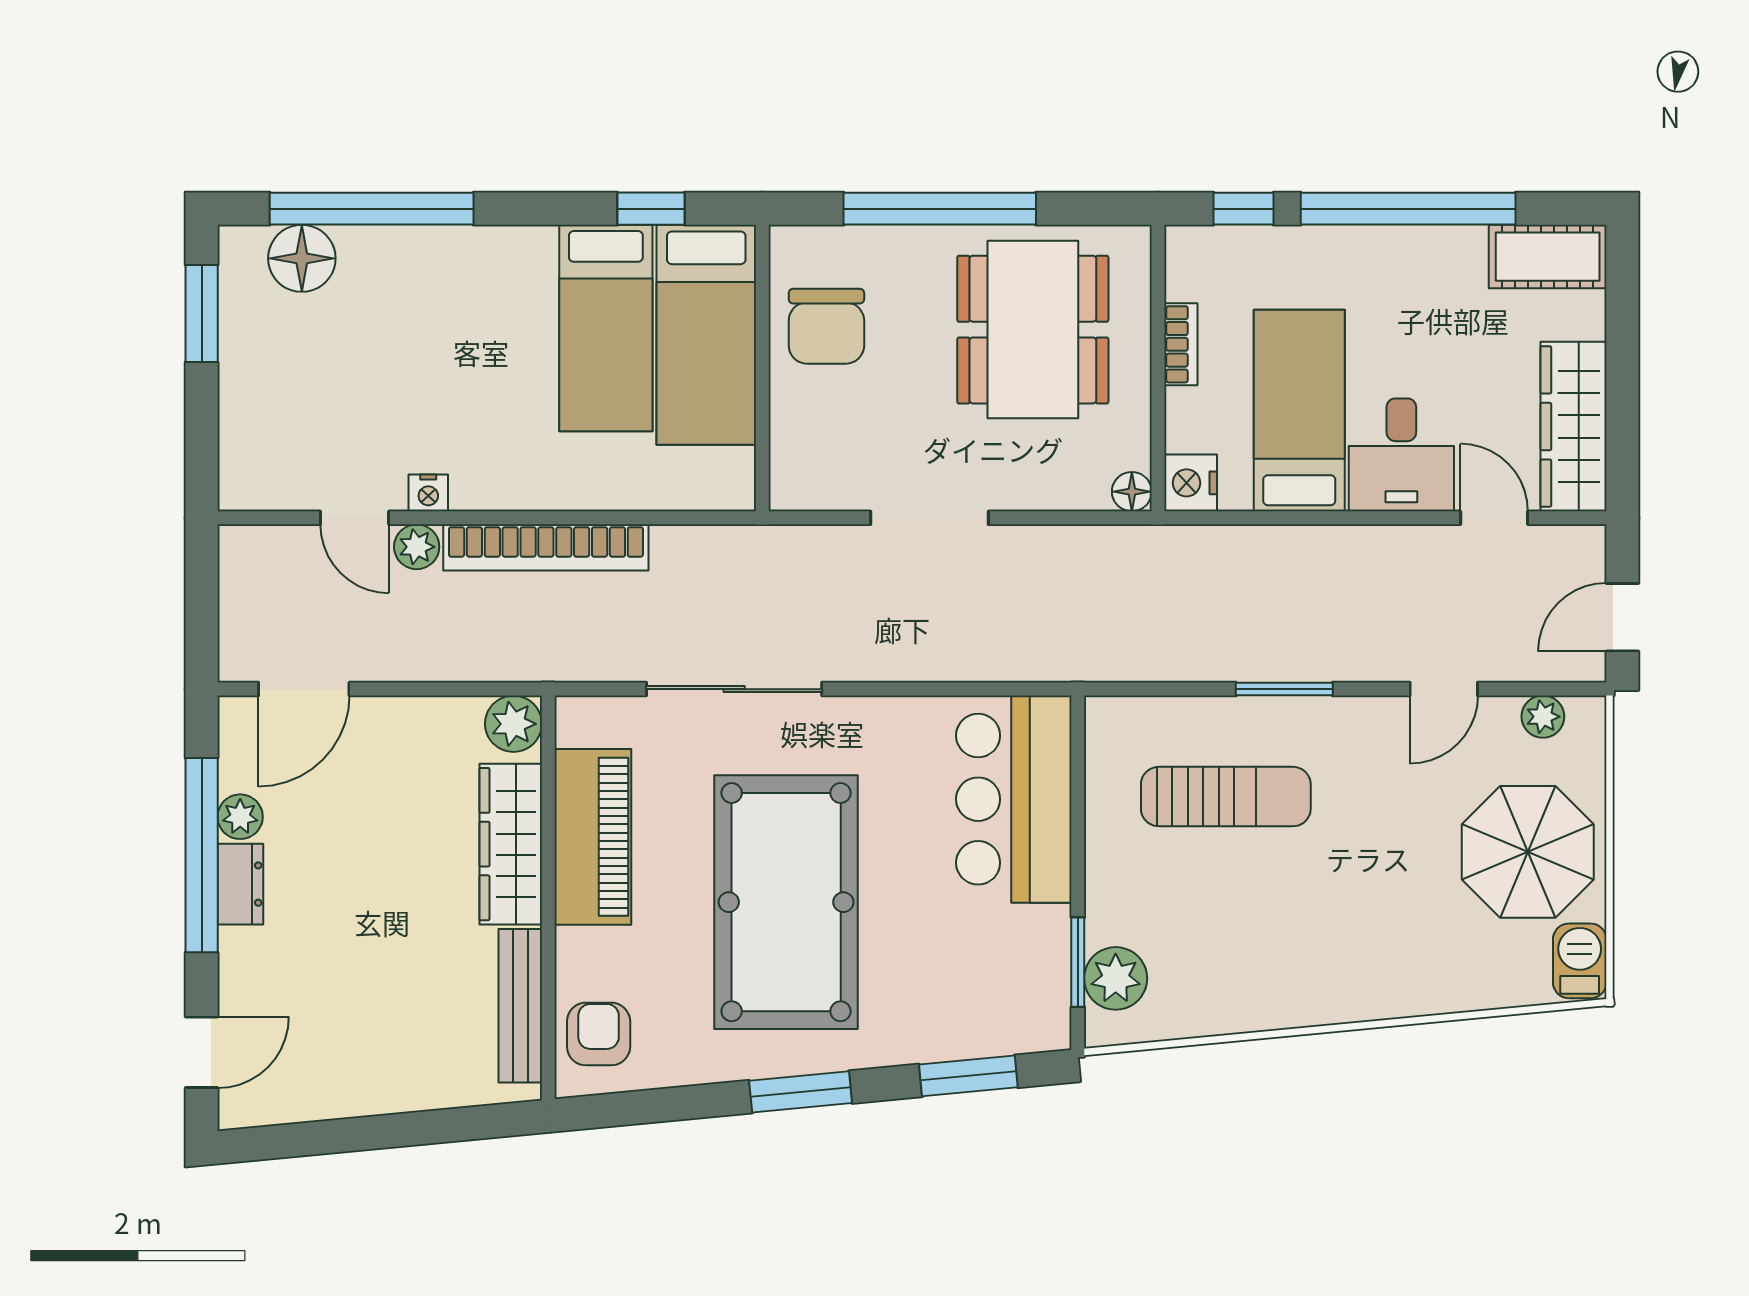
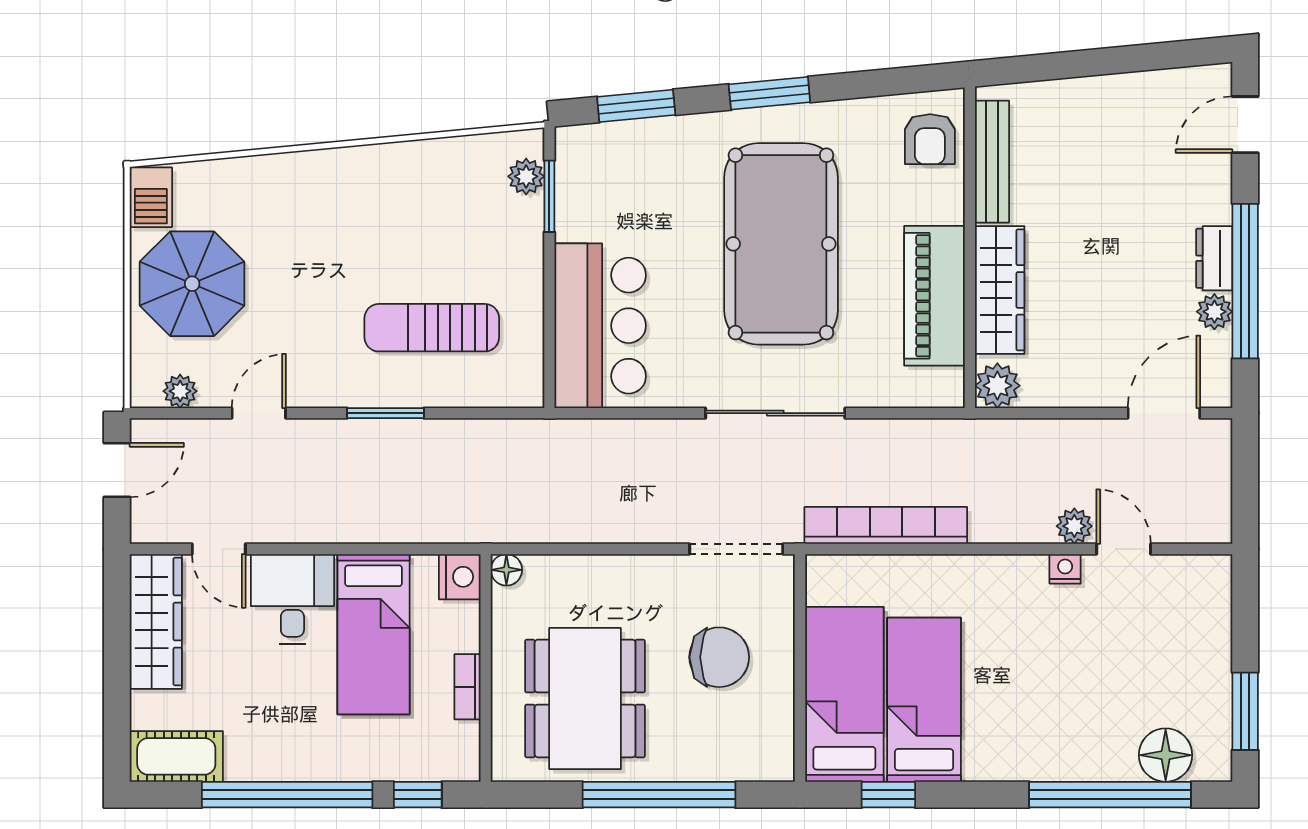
chair: (826, 326) -> (719, 657), moved, turned 90
doorway: (930, 518) -> (736, 549), moved
bookcase: (546, 547) -> (886, 525), moved
sliding door: (734, 689) -> (775, 413), moved
plant: (1116, 978) -> (526, 176), width x0.73, depth x0.73

